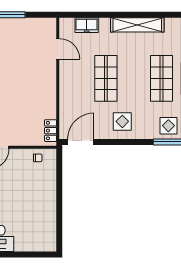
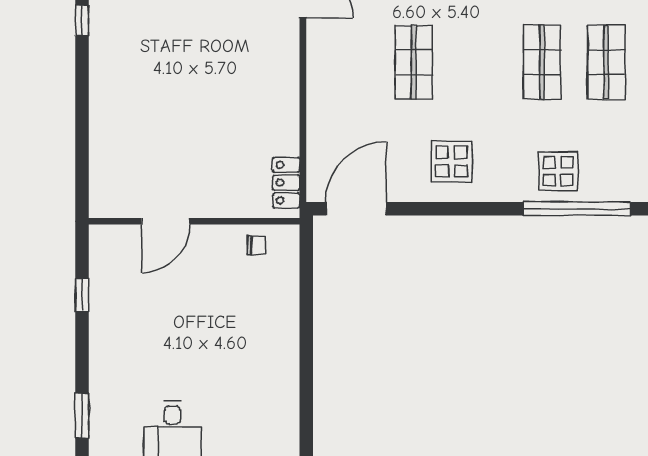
shop shelf: (106, 78) -> (414, 62), width x0.70, depth x0.74
shop shelf: (162, 78) -> (542, 62), width x0.70, depth x0.74

